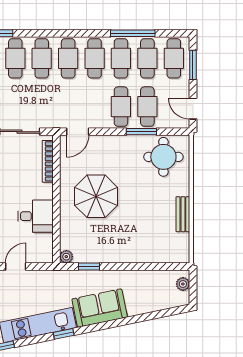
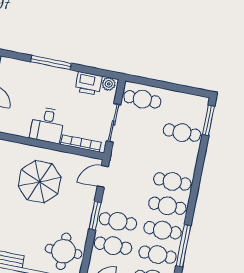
cafe table: (42, 58) -> (177, 157), removed
door: (78, 132) -> (103, 177), hinge flipped
window: (141, 132) -> (95, 216), moved
desk: (35, 216) -> (47, 125), moved

